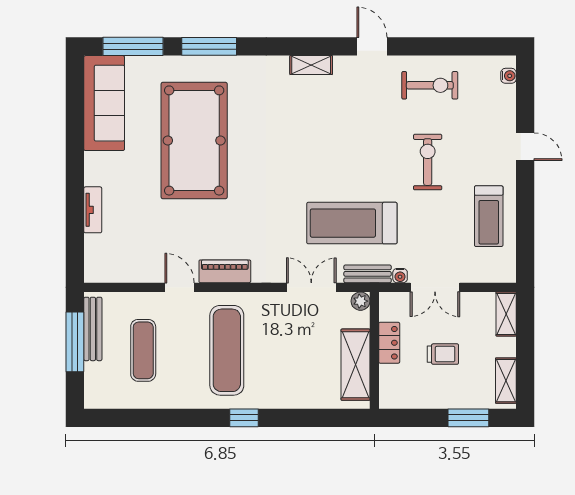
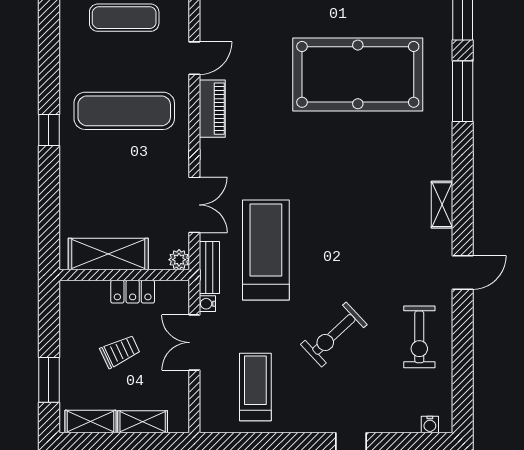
exercise bike: (428, 162) -> (334, 334), turned 137
treadmill: (489, 216) -> (255, 387), moved, turned 90
shelving: (506, 314) -> (143, 422), moved
trolley: (443, 354) -> (120, 351), turned -115

